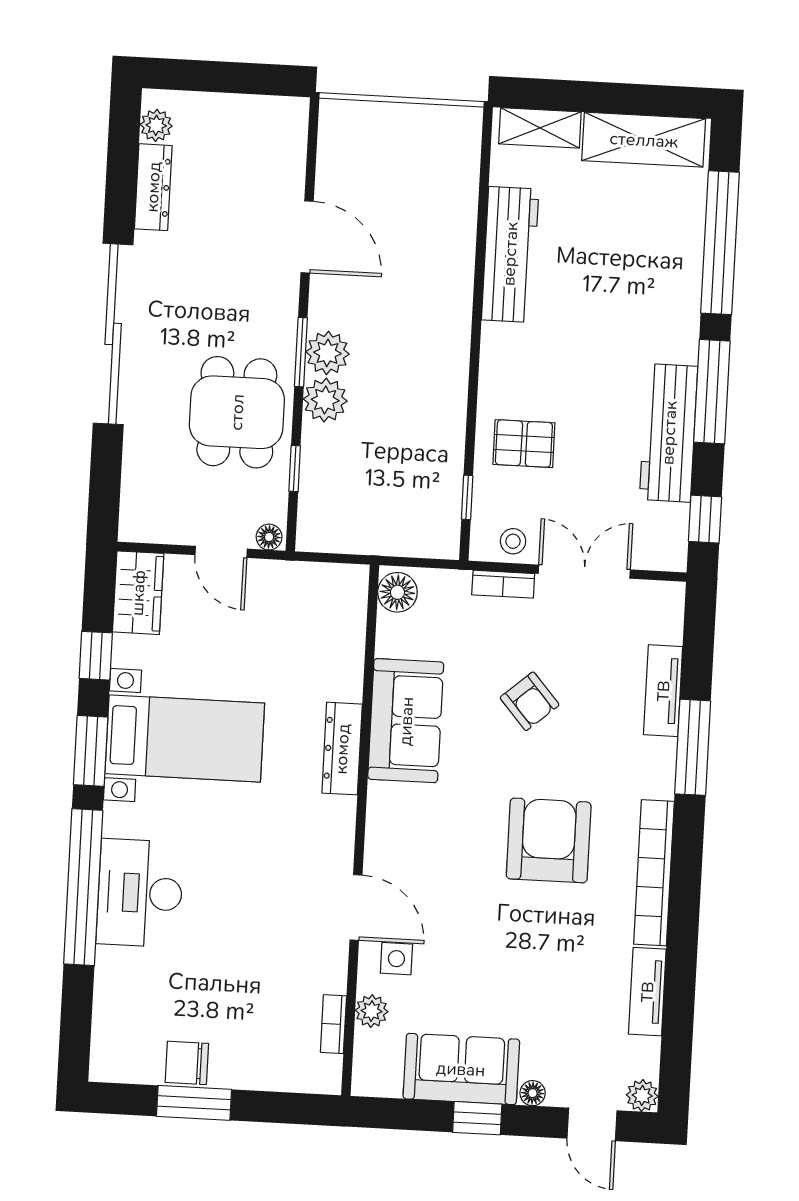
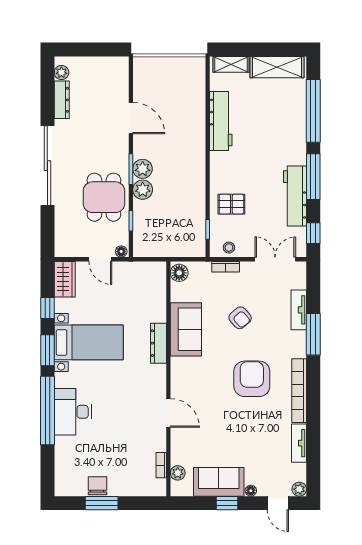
double door: (584, 572) -> (275, 259), moved
side table: (396, 959) -> (187, 435), removed
plant: (372, 1011) -> (178, 473), moved
chair: (187, 1063) -> (97, 486), turned 90

